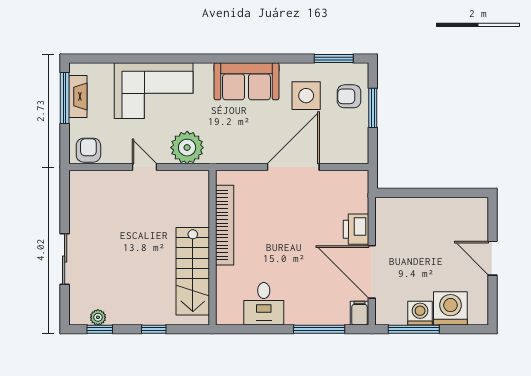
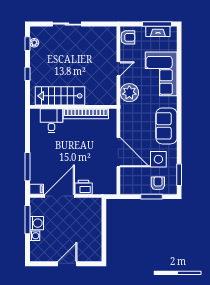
desk: (264, 304) -> (51, 121), moved, turned 90
washing machine: (450, 308) -> (35, 236), width x0.53, depth x0.53

